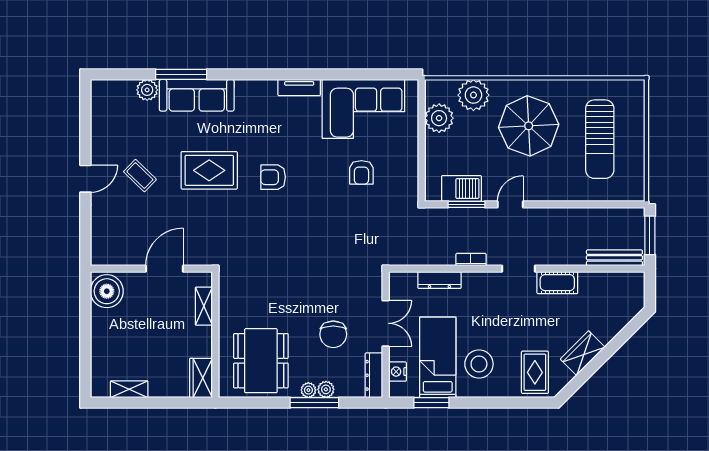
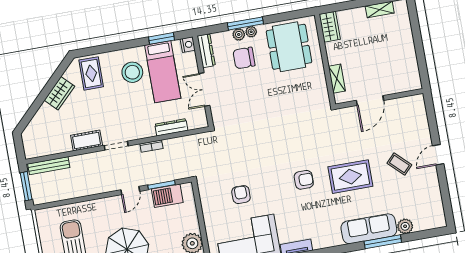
boiler: (107, 291) -> (408, 77), removed
chair: (333, 334) -> (244, 58), moved, turned -90
nightstand: (397, 372) -> (188, 45), moved

